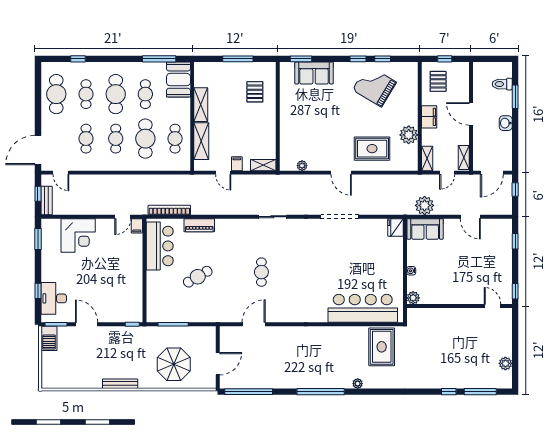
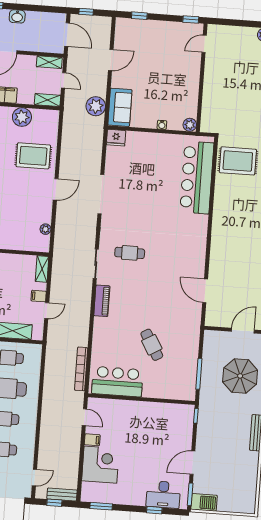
rug: (372, 149) -> (33, 156), turned 90
piano: (199, 225) -> (102, 301), moved
filing cabinet: (137, 226) -> (92, 440), moved
cafe table: (261, 272) -> (130, 253), moved
door: (218, 364) -> (243, 331), hinge flipped

